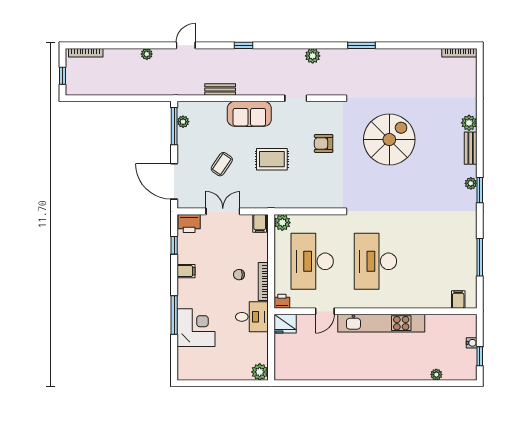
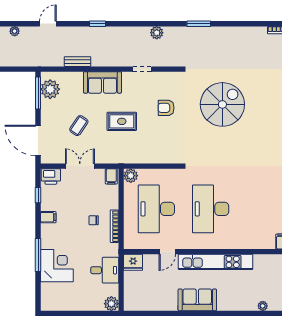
plant: (183, 122) -> (50, 89), width x1.87, depth x1.87
printer: (282, 301) -> (130, 243), removed
desk: (252, 317) -> (105, 270), moved
sofa: (360, 367) -> (197, 300), added

